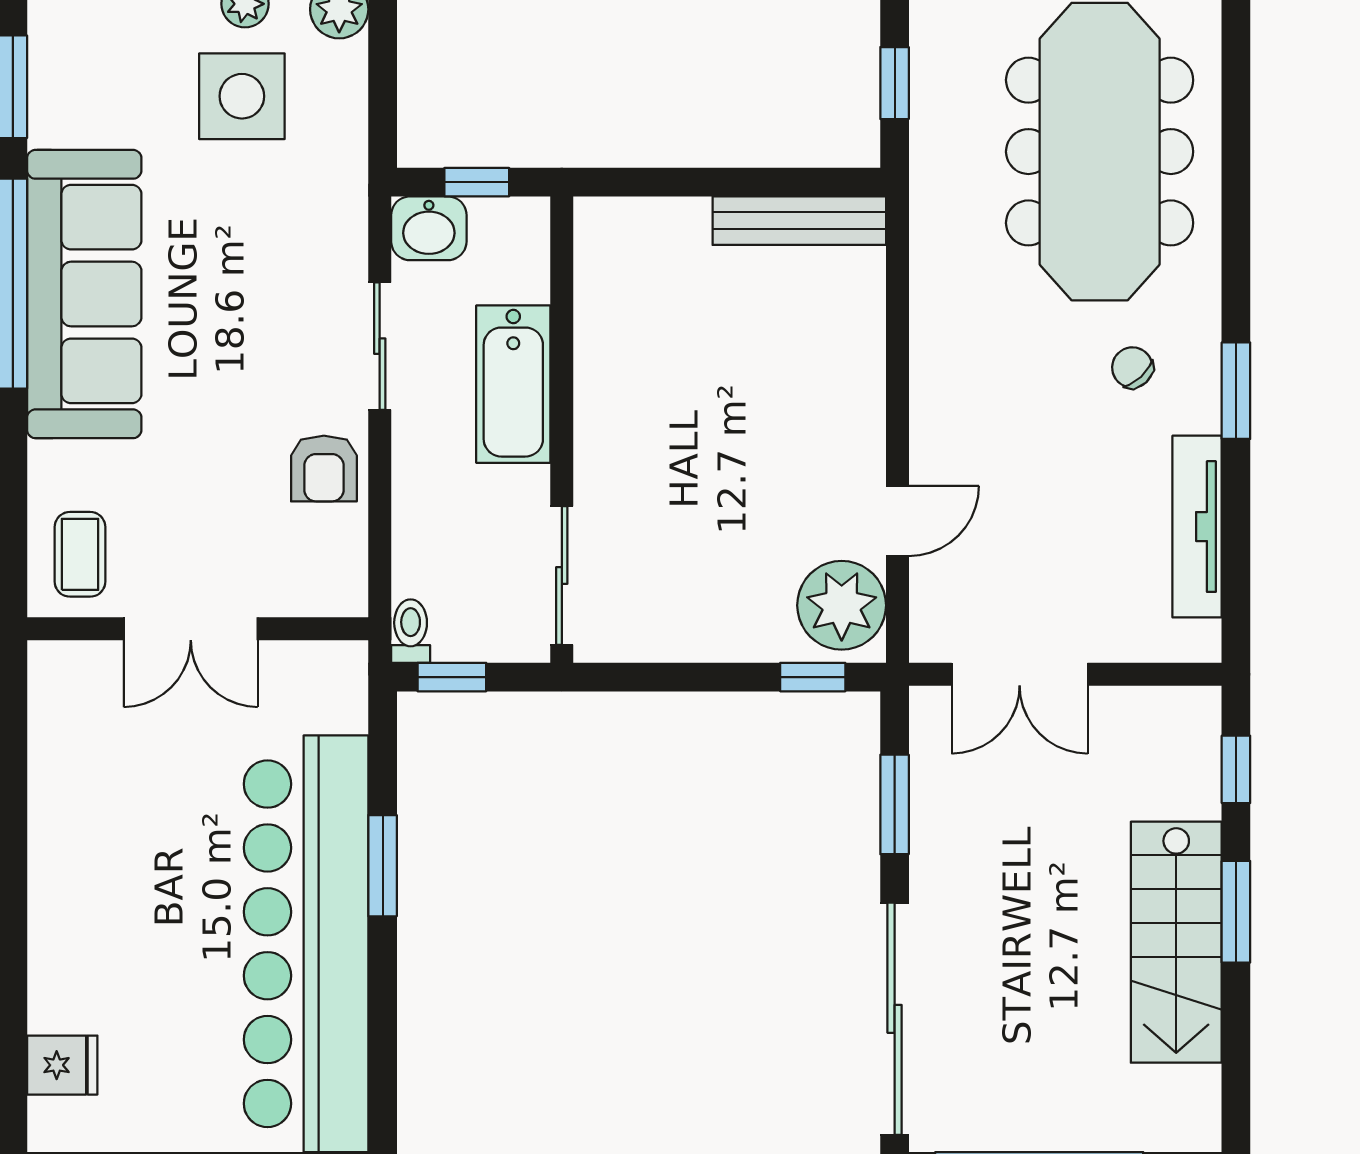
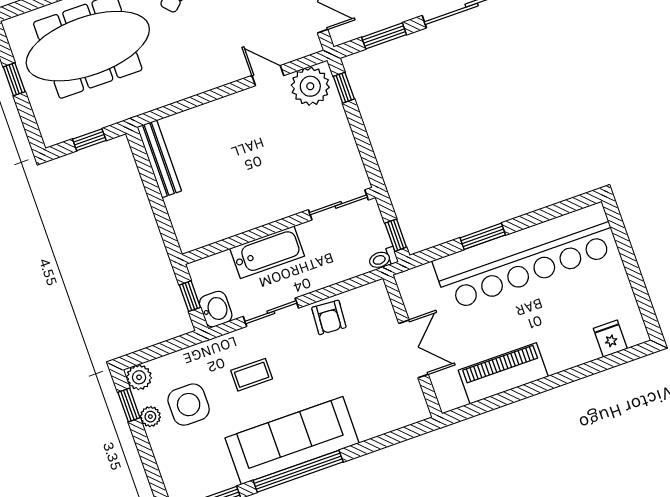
armchair: (324, 469) -> (329, 317), turned 94
coffee table: (80, 554) -> (252, 375), moved
piano: (69, 805) -> (503, 373), added

